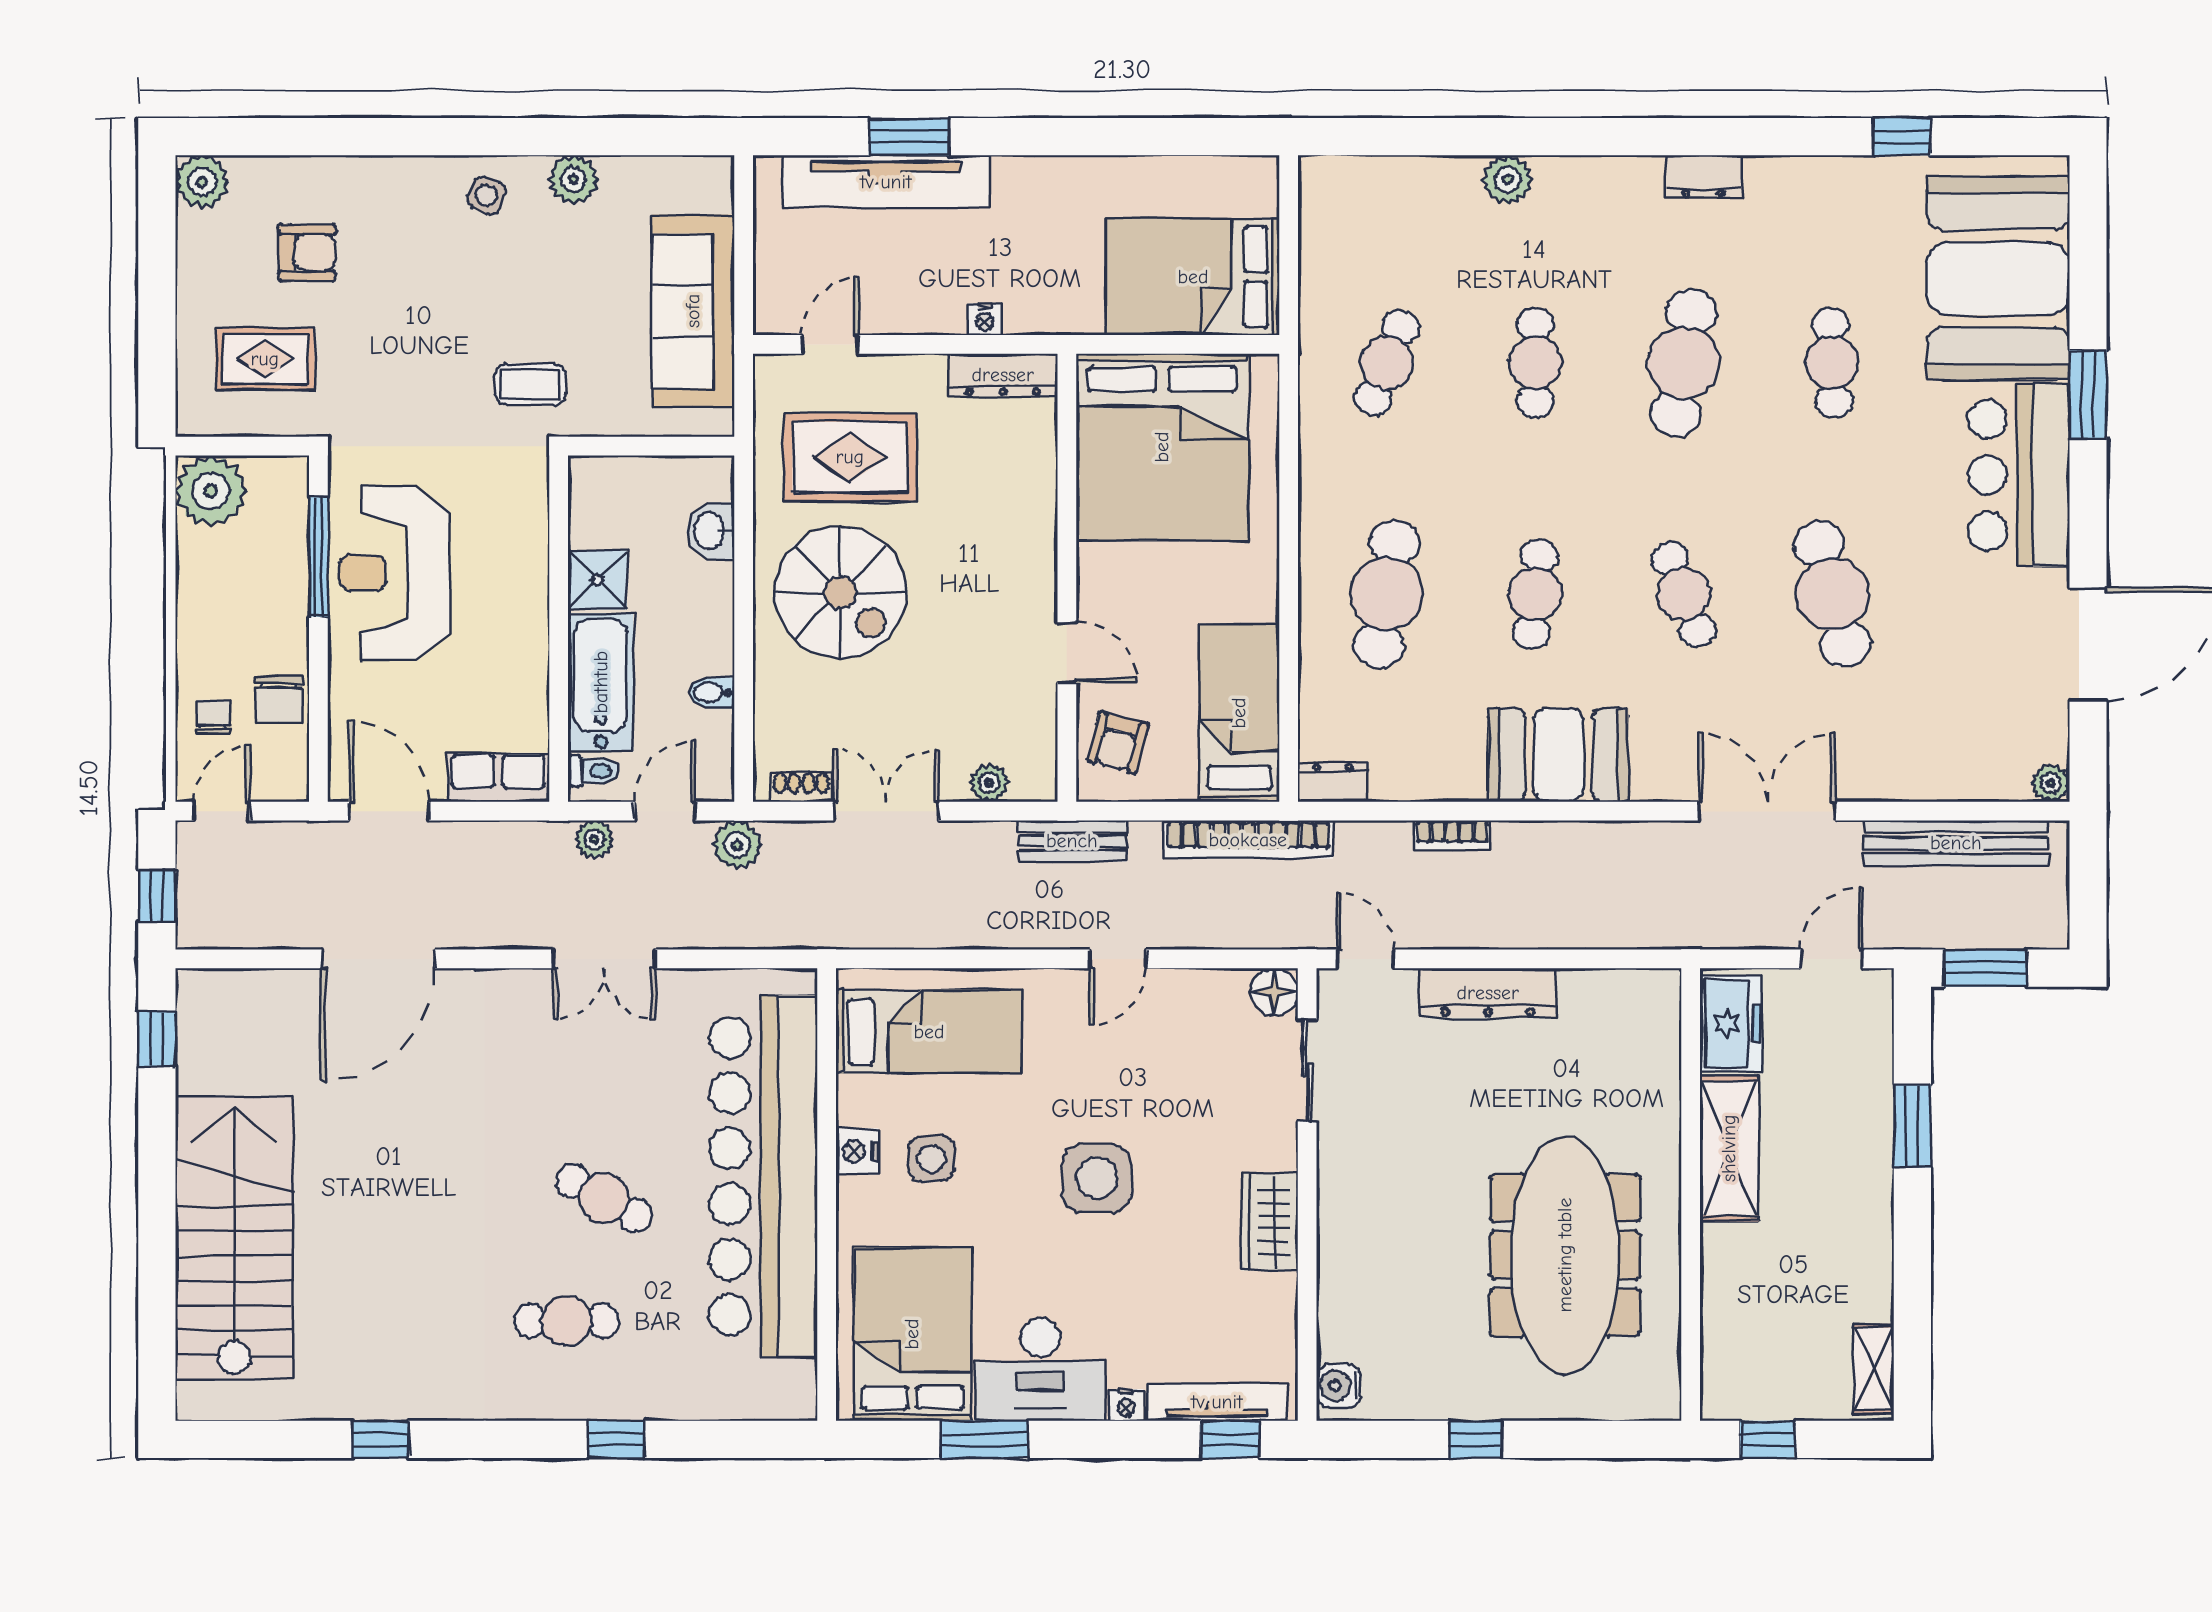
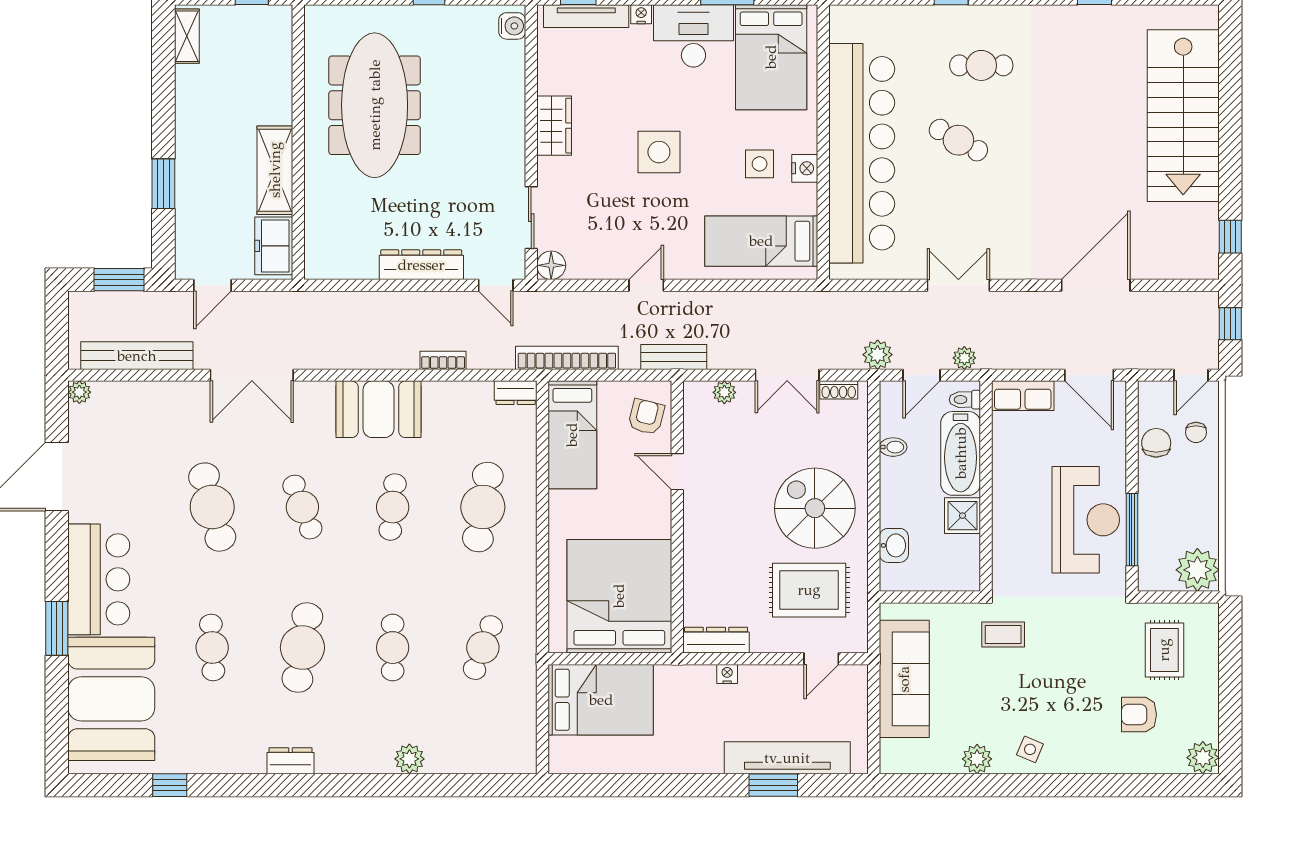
rug: (265, 359) -> (1164, 650), turned 90

